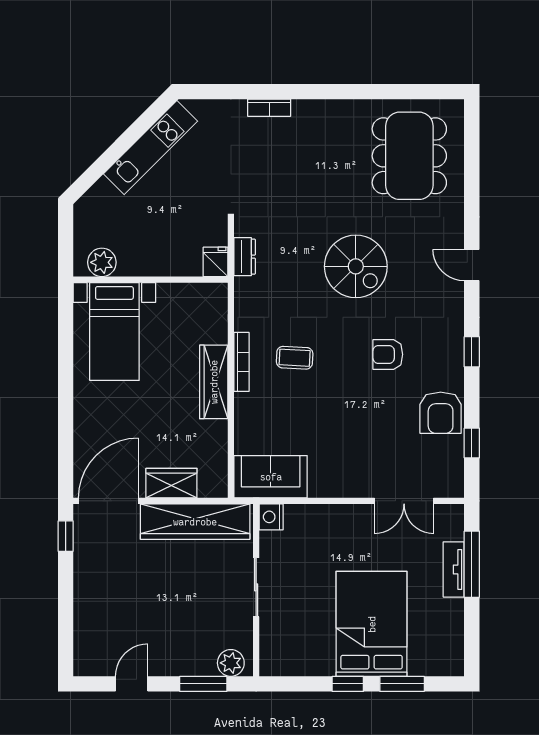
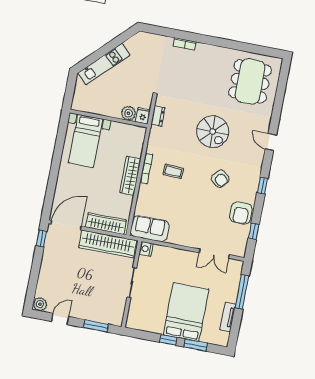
kitchen unit: (151, 148) -> (104, 64), moved
plant: (102, 262) -> (128, 113), moved
armchair: (388, 354) -> (220, 179), turned -140
wardrobe: (171, 483) -> (106, 224), width x1.50
tv unit: (454, 569) -> (228, 317), moved
plant: (231, 663) -> (40, 304), moved

